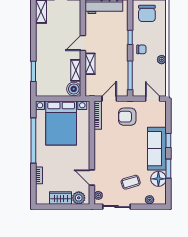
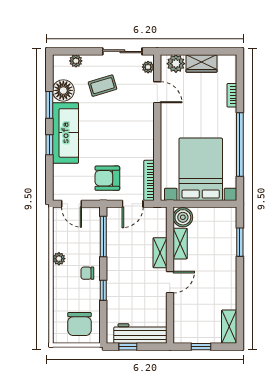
chair: (147, 13) -> (79, 324), turned 180
armchair: (127, 117) -> (107, 178), turned 180

